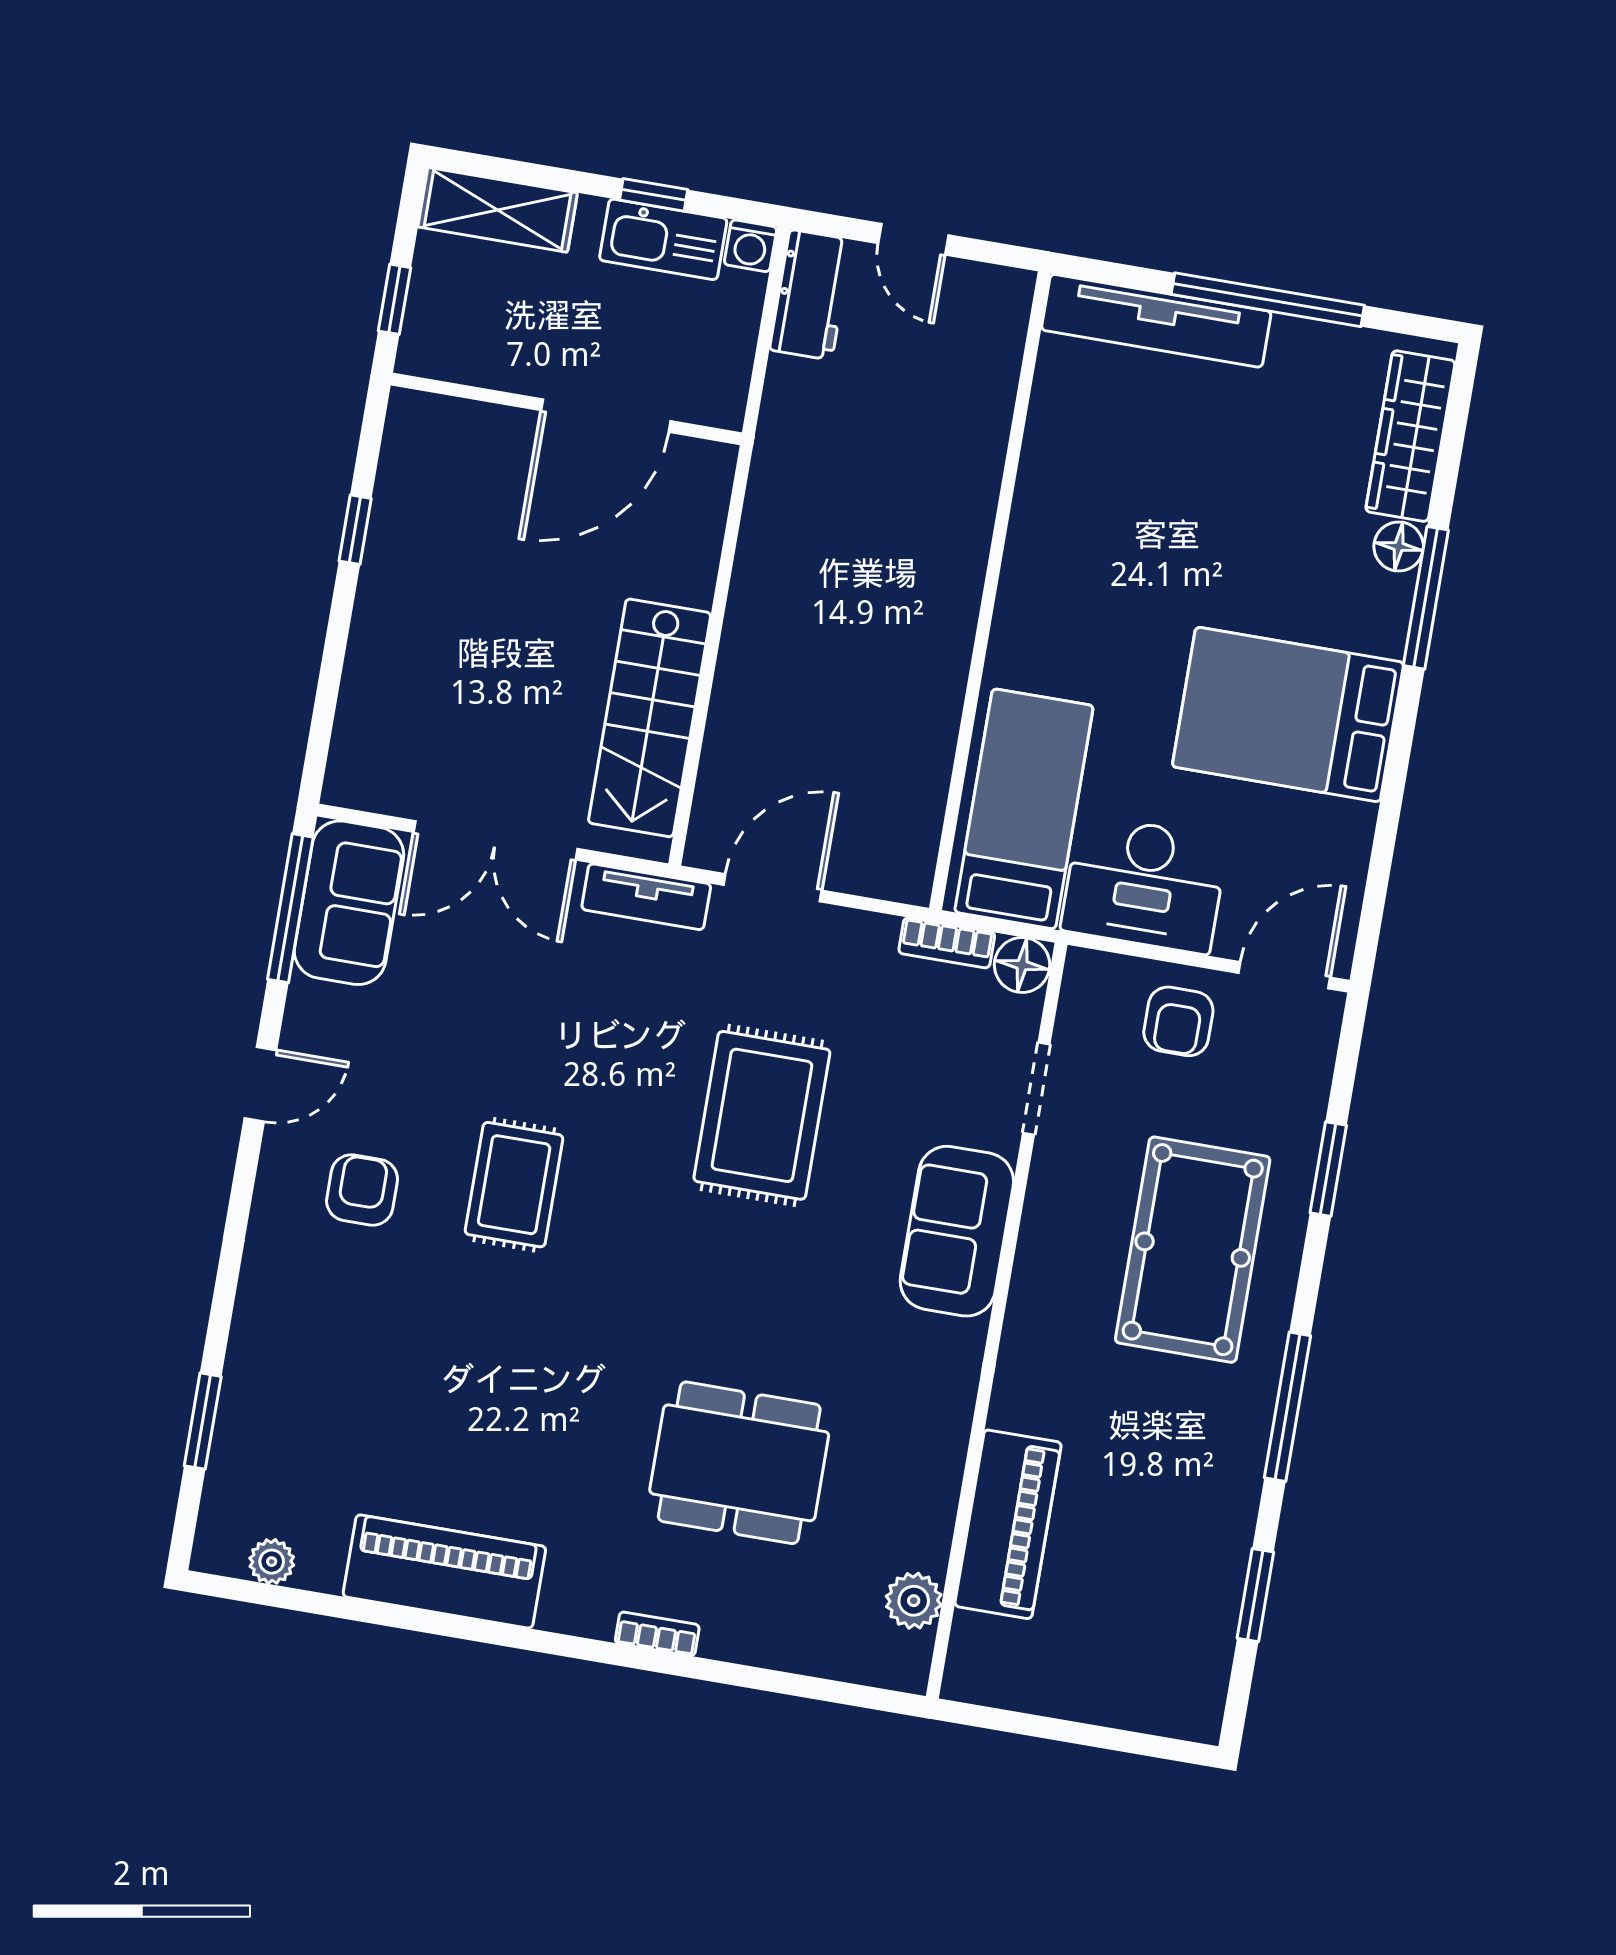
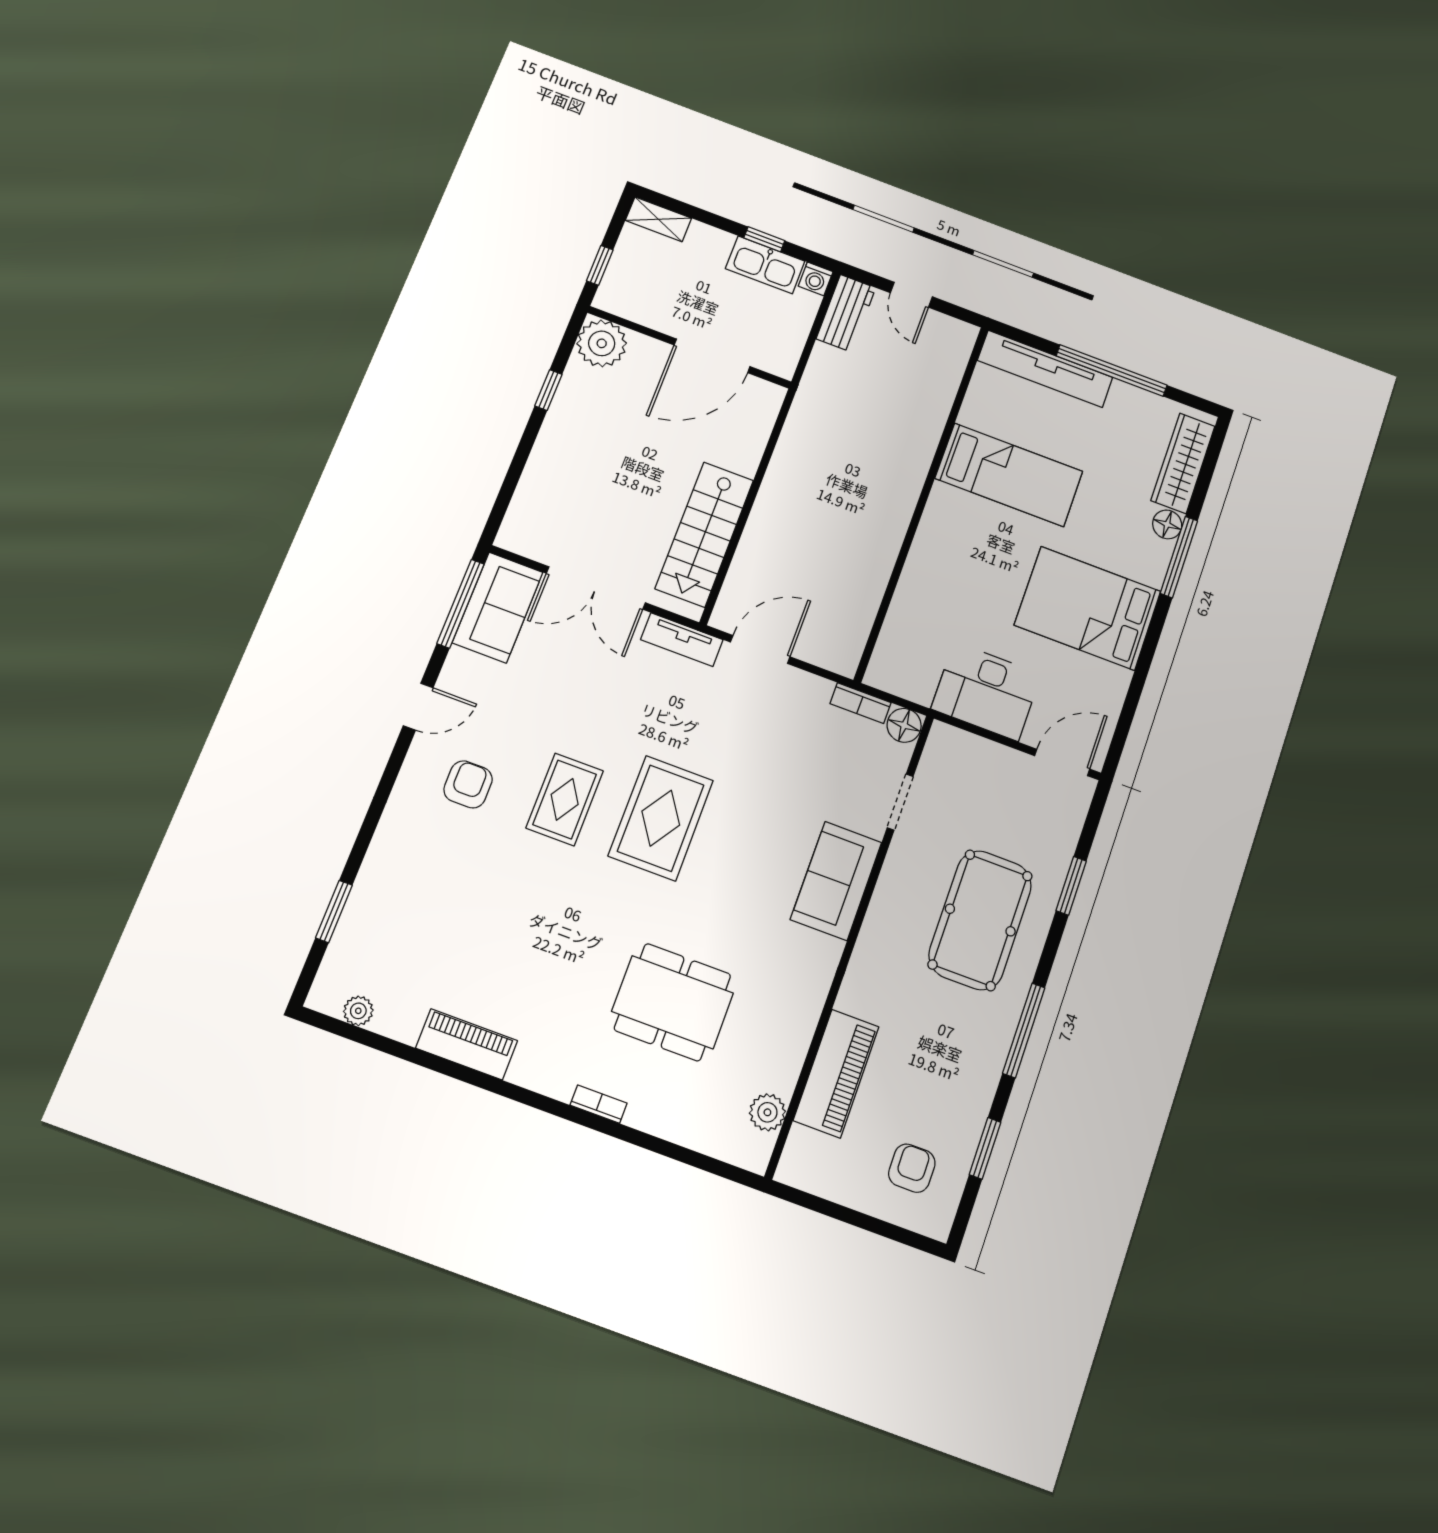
shelving: (498, 210) -> (658, 219), width x0.67, depth x0.75
plant: (424, 433) -> (602, 343), added
bed: (1024, 809) -> (1009, 475), moved, turned 90
armchair: (1178, 1021) -> (912, 1168), moved, turned 180
rug: (762, 1115) -> (661, 818), moved
piano: (444, 1572) -> (467, 1044), width x0.73, depth x0.75

